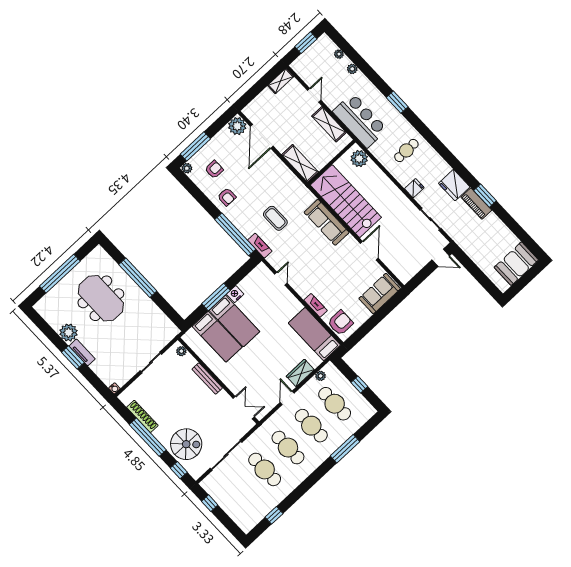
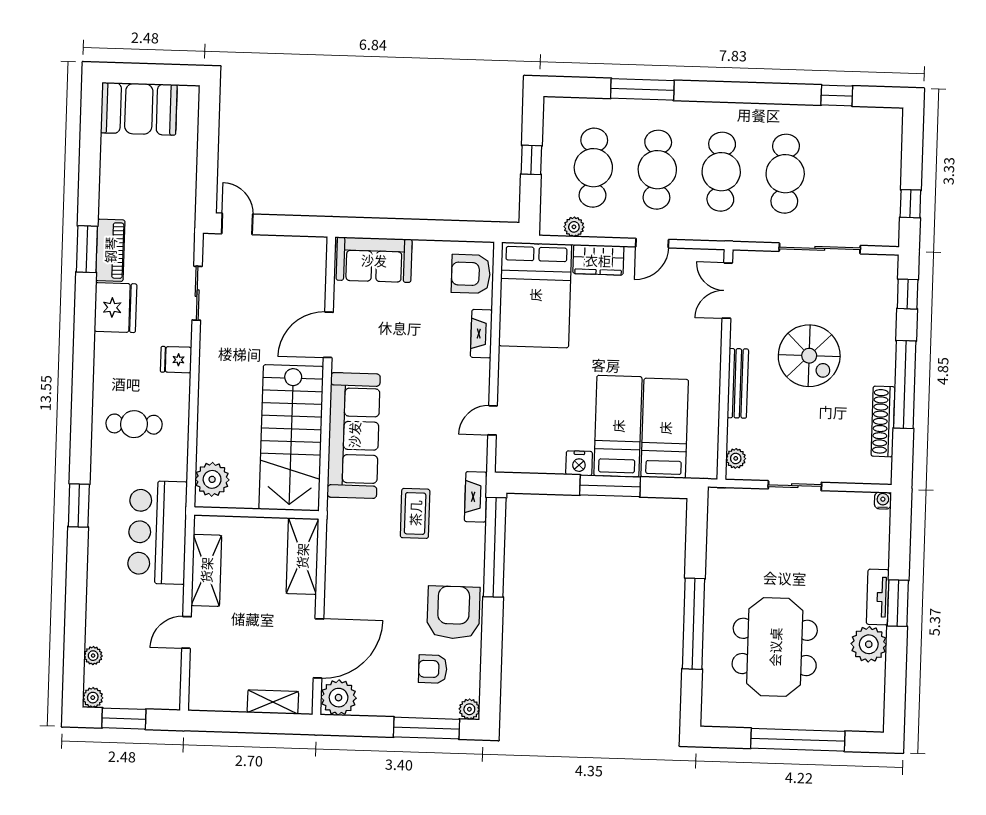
plant: (352, 69) -> (93, 698), moved
shelving: (281, 81) -> (273, 702), moved
armchair: (227, 197) -> (453, 612), width x1.88, depth x1.88
sofa: (327, 222) -> (354, 435), width x1.36, depth x1.27
bed: (314, 334) -> (535, 295), width x1.50
spiral stairs: (186, 444) -> (809, 356), moved, turned 180

